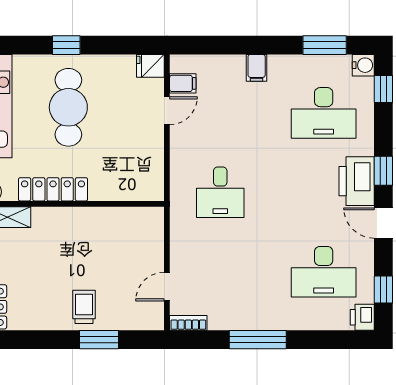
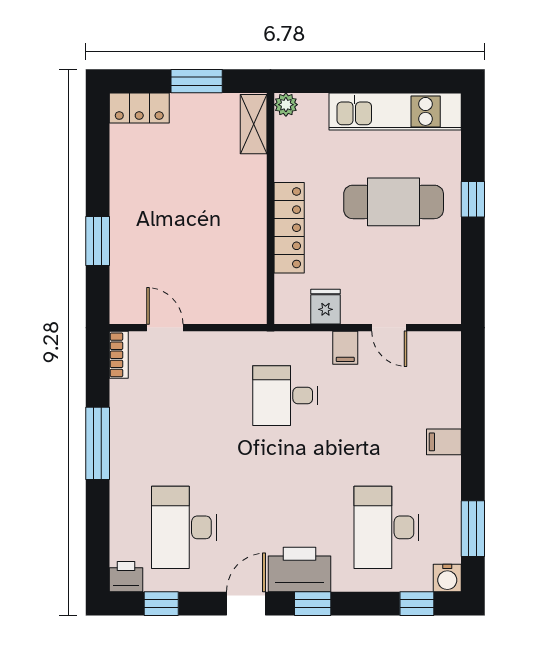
fridge: (150, 66) -> (325, 307), moved
filing cabinet: (183, 83) -> (345, 348), moved
locker: (53, 189) -> (289, 228), moved
trolley: (84, 307) -> (139, 222), removed

